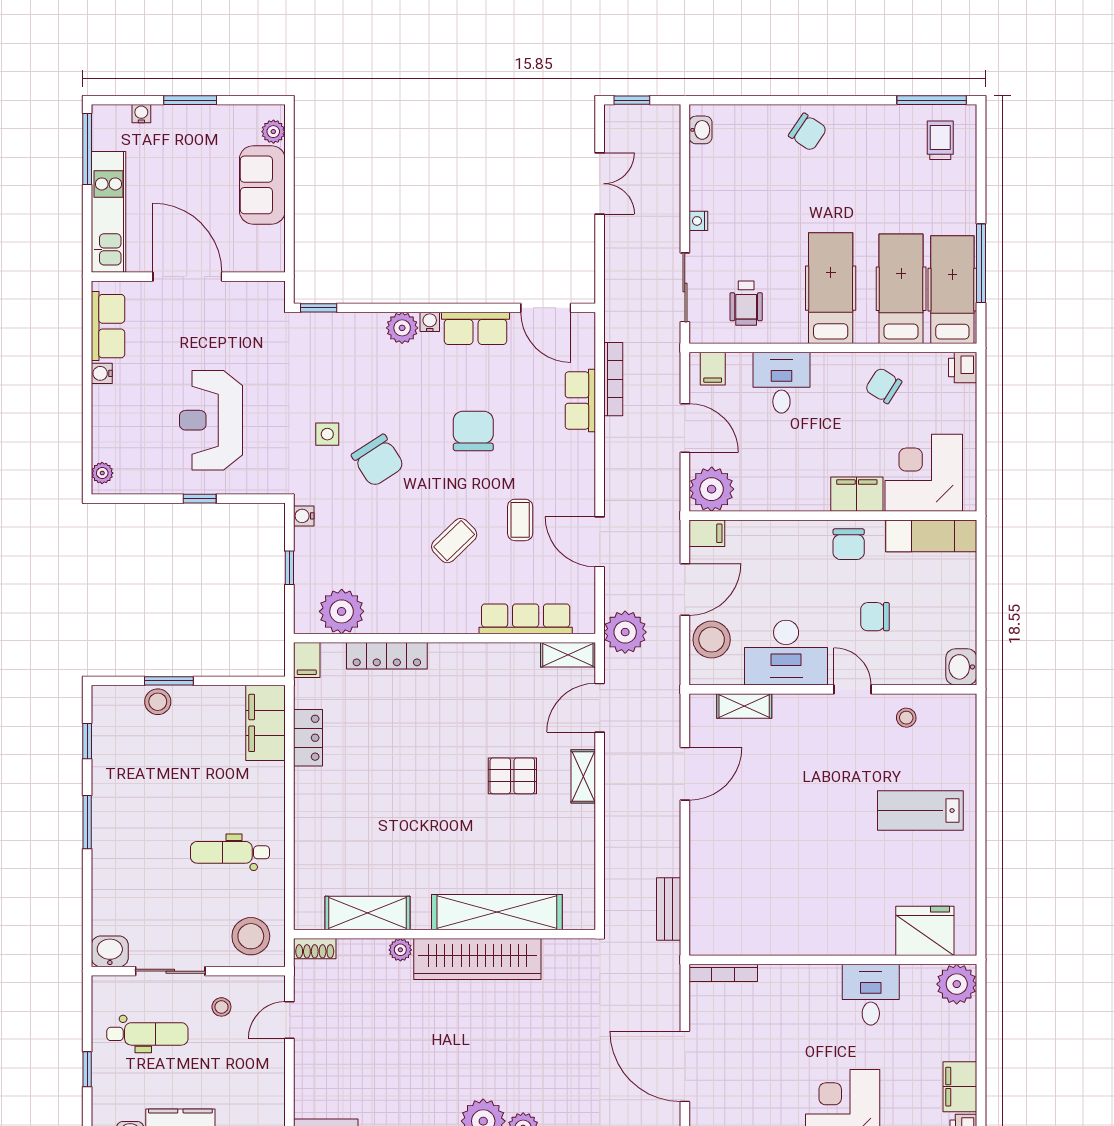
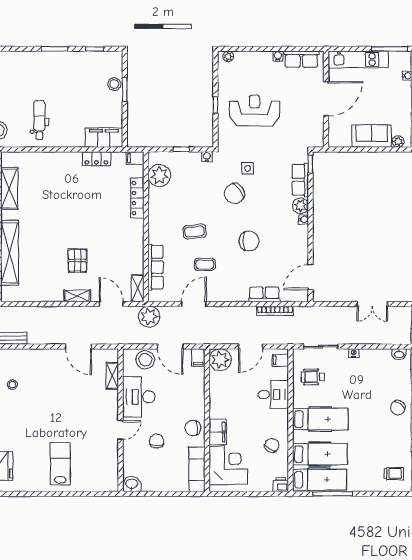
row of seats: (476, 328) -> (300, 180), moved
coffee table: (454, 541) -> (195, 232), turned -53
stool: (906, 718) -> (12, 385), moved

